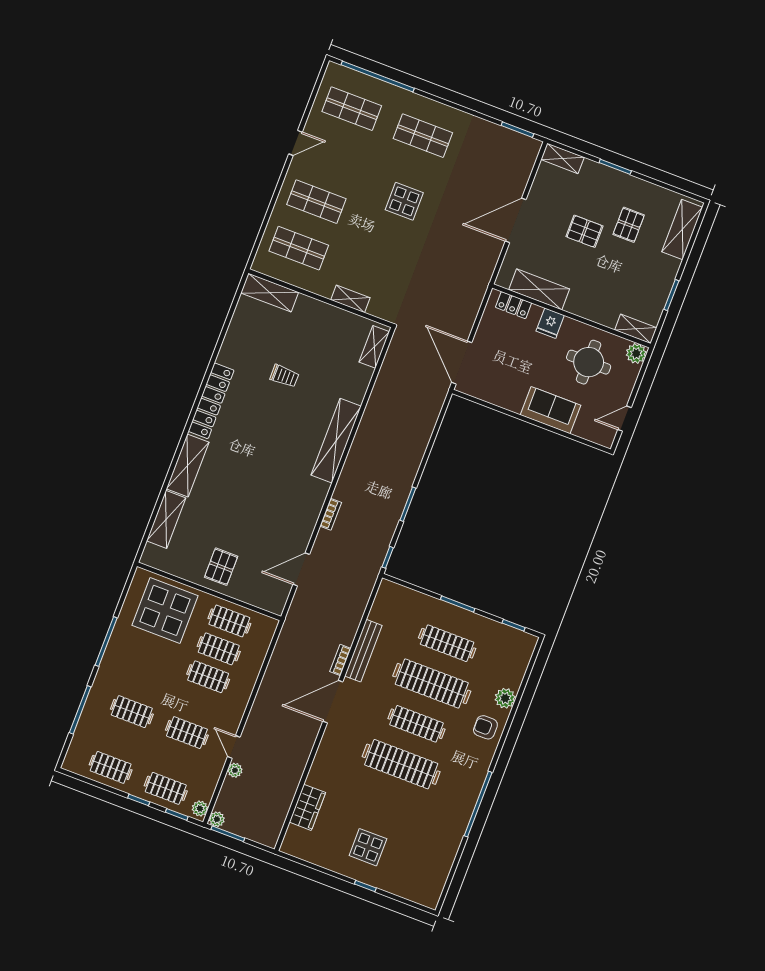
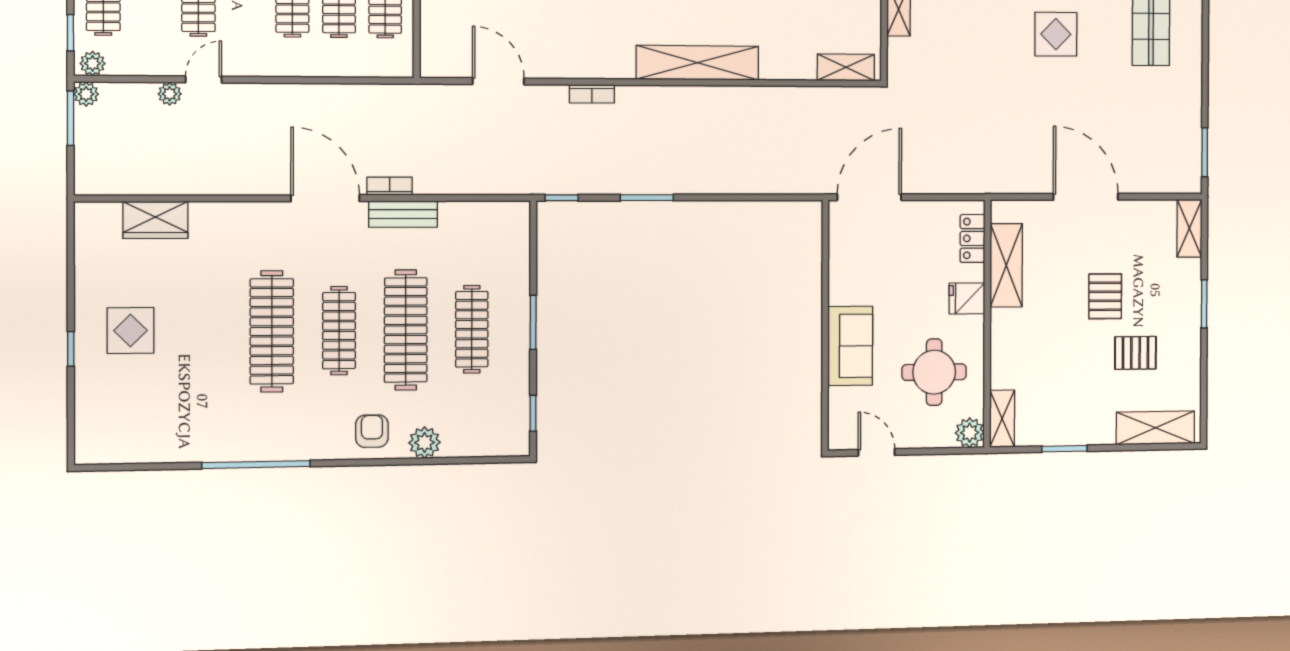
bench: (363, 651) -> (403, 214), width x0.73

